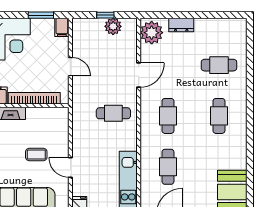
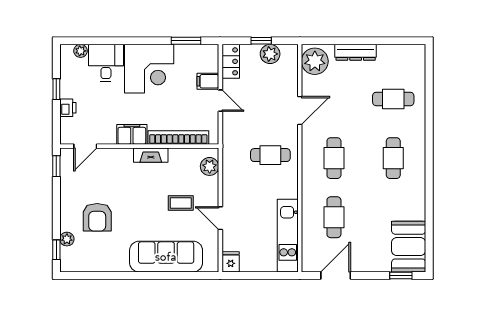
dresser: (181, 25) -> (356, 52), width x1.44
filing cabinet: (62, 27) -> (208, 81), moved, turned 90
locker: (79, 33) -> (231, 61), added
plant: (61, 123) -> (210, 166), added

